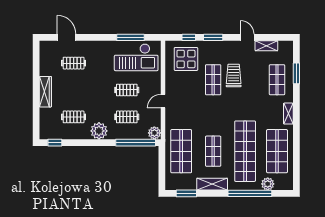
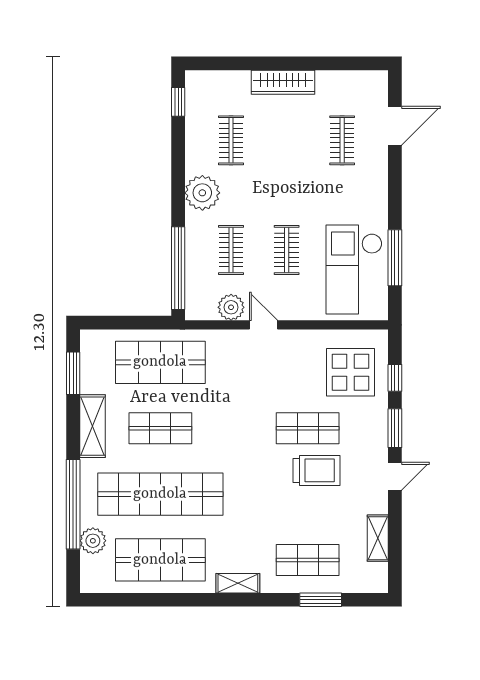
door: (247, 37) -> (395, 476), moved
plant: (154, 133) -> (231, 307), moved

